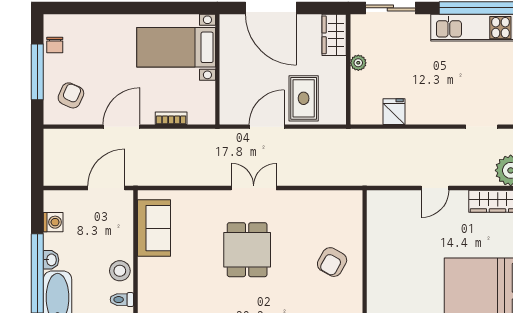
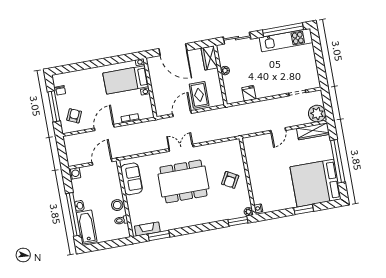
washing machine: (53, 222) -> (75, 173), moved
dining table: (247, 250) -> (183, 181), width x1.88, depth x1.24

